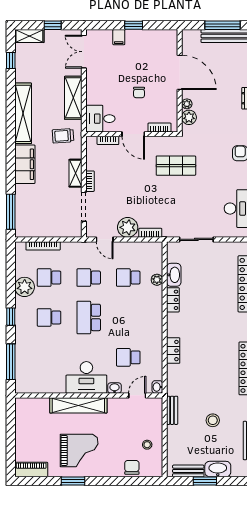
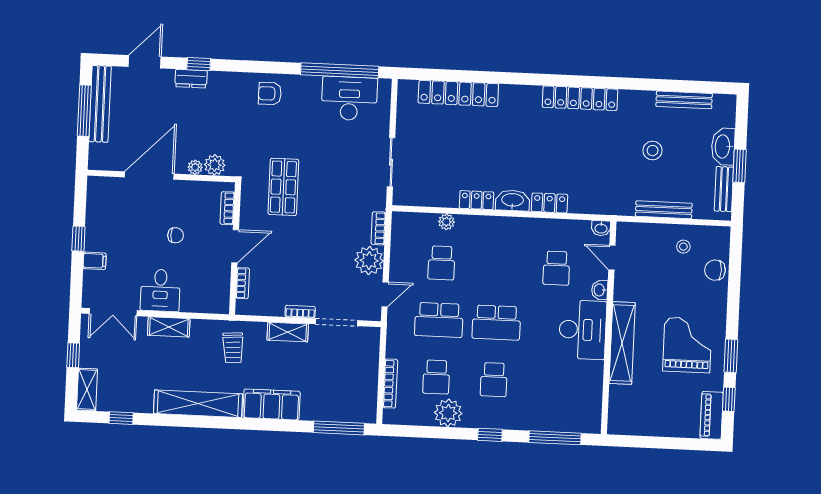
shelving: (73, 98) -> (169, 327), width x0.67, depth x0.75
desk: (100, 119) -> (160, 290), moved
washbasin: (174, 275) -> (513, 200), moved
school desk: (89, 278) -> (439, 320), width x1.85
bench: (172, 410) -> (664, 210), moved, width x1.36
window: (43, 481) -> (729, 399), added

